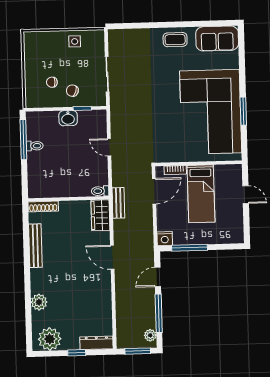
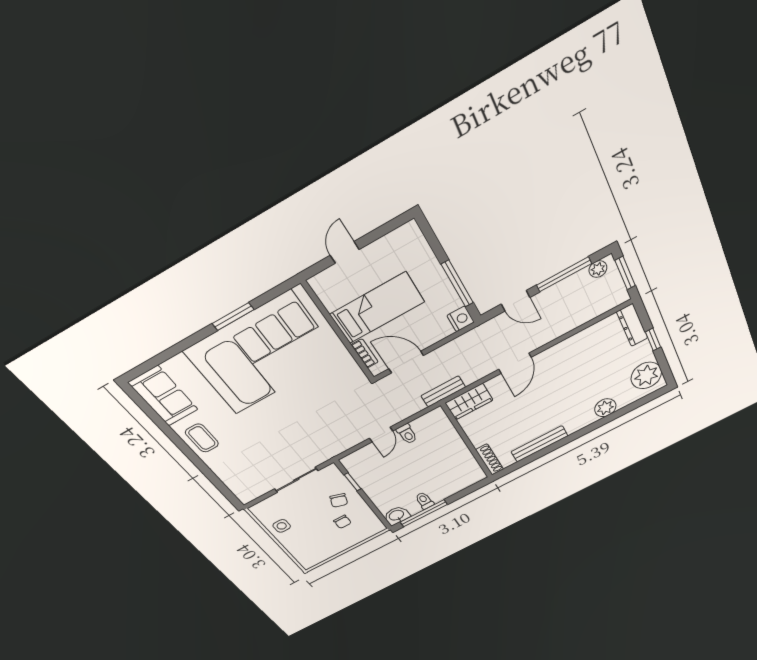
washbasin: (68, 118) -> (397, 516), moved, turned -90
toilet: (100, 191) -> (407, 434), moved

